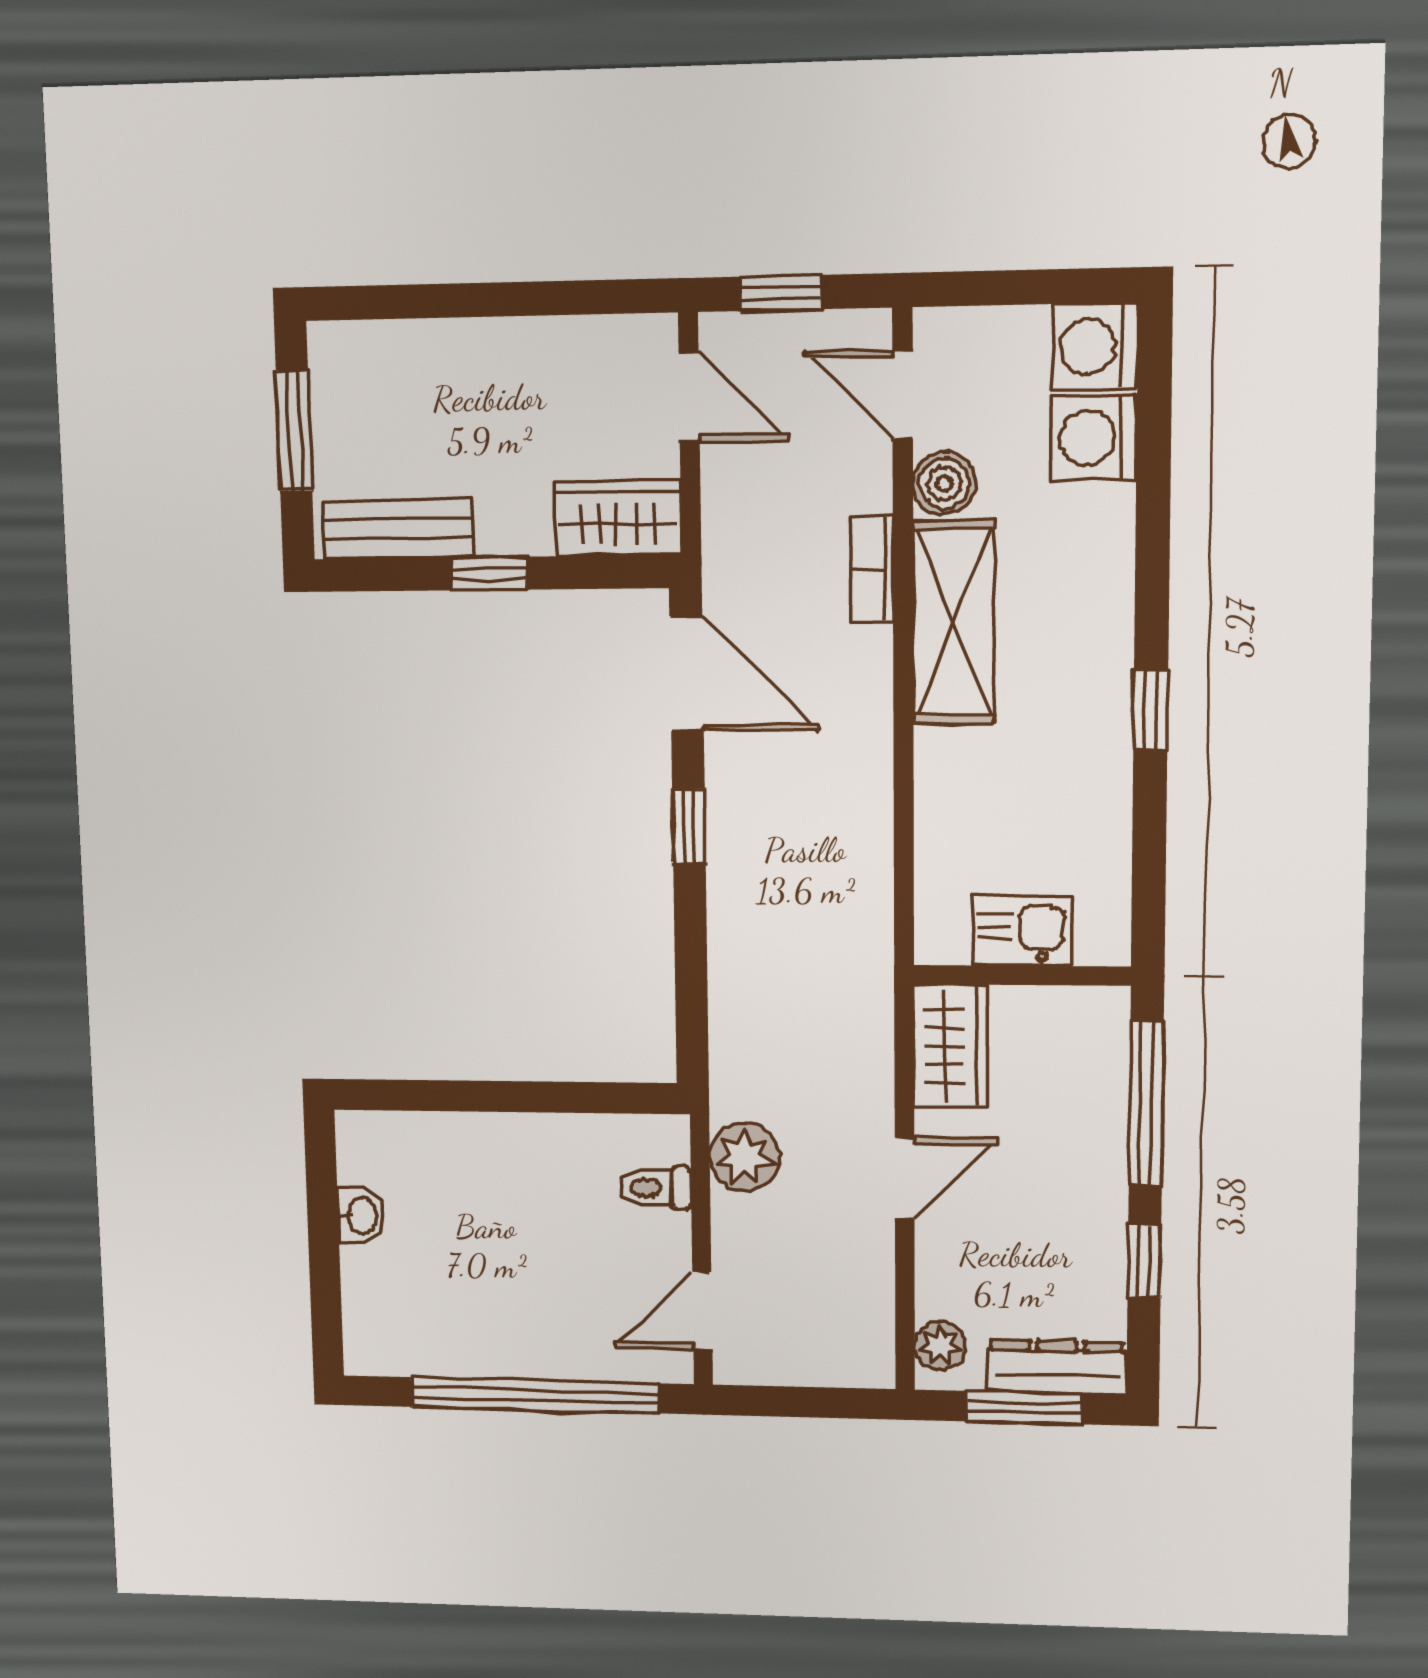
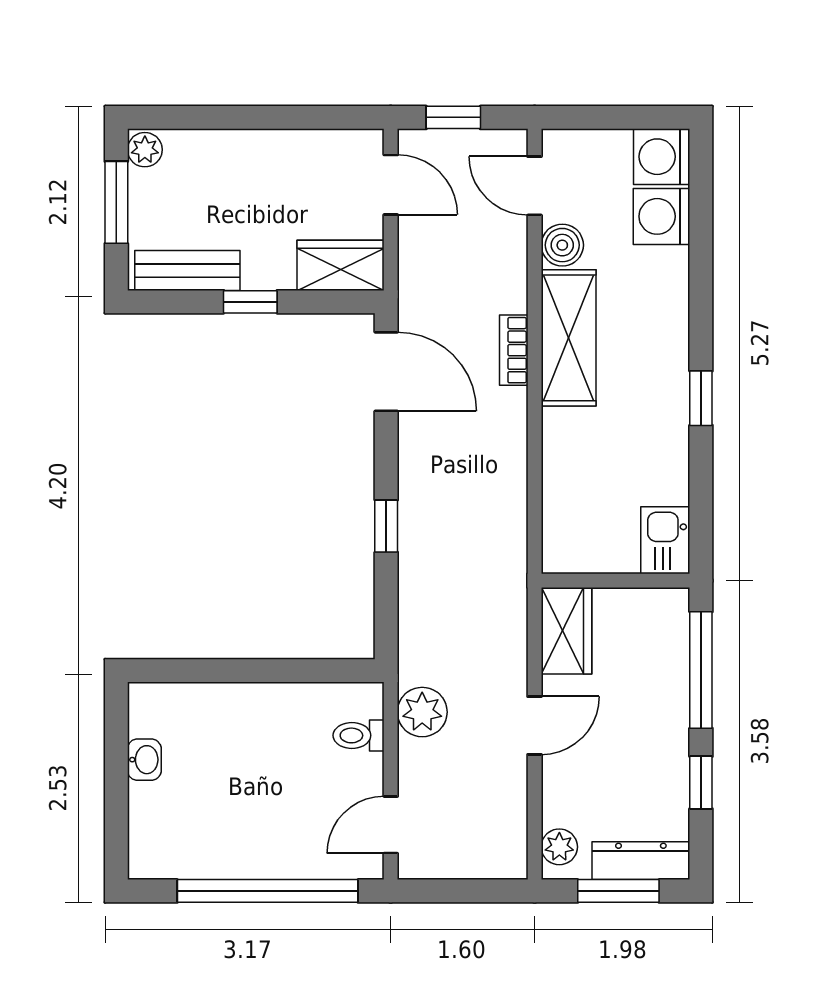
plant: (332, 352) -> (145, 150), added
bookcase: (872, 569) -> (514, 350), moved
window: (689, 826) -> (386, 526), moved
kitchen sink: (1022, 931) -> (665, 540), moved, turned -90

